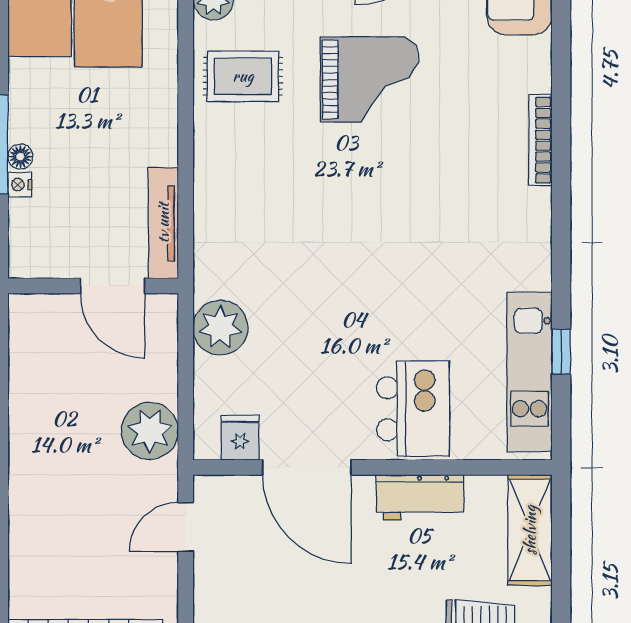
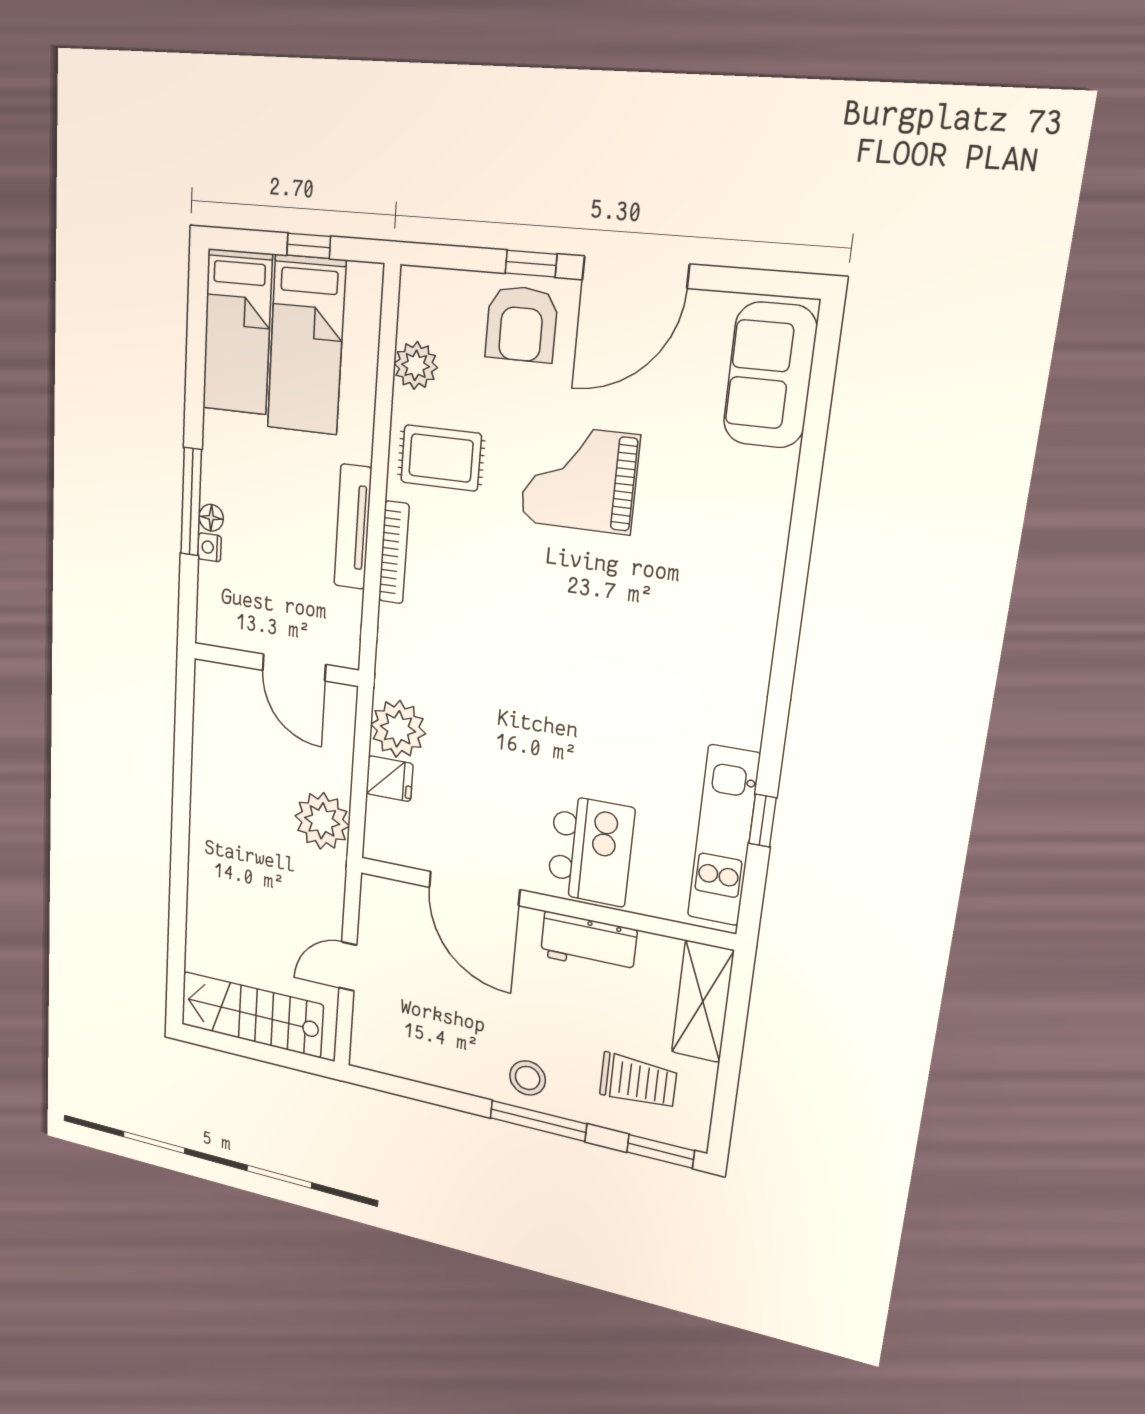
grand piano: (369, 80) -> (579, 479), turned 180
bookcase: (540, 140) -> (394, 552), moved, turned 180
tv unit: (163, 223) -> (353, 527), moved
fridge: (240, 438) -> (389, 779), moved, turned 90
door: (186, 527) -> (348, 966), moved

